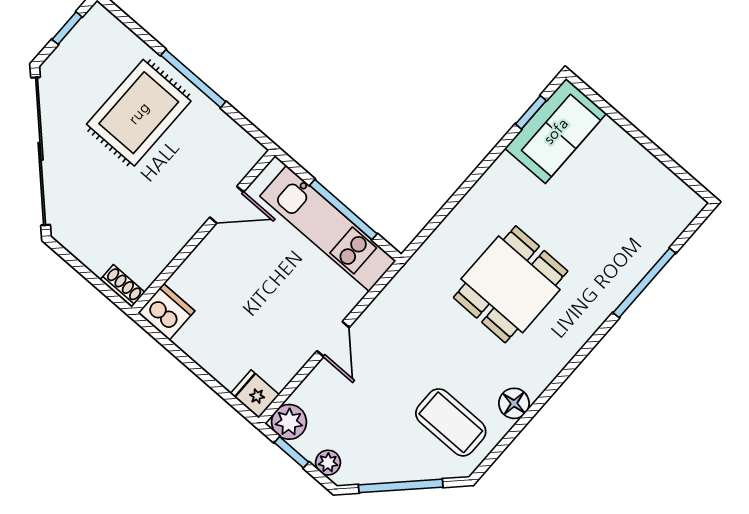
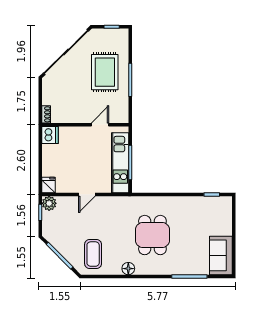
rug: (139, 113) -> (105, 72), turned 90
sofa: (556, 131) -> (221, 255), moved, turned 90
door: (227, 205) -> (100, 125), swing flipped
dining table: (511, 284) -> (152, 235), turned 90
floor lamp: (514, 403) -> (128, 269), moved
plant: (328, 463) -> (47, 227), removed

